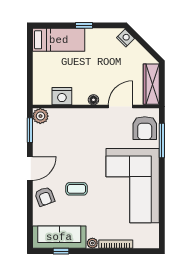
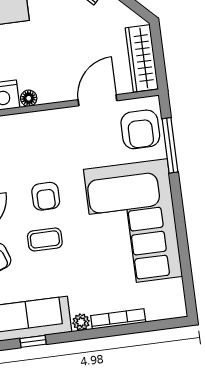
floor lamp: (93, 100) -> (29, 98), moved
armchair: (81, 162) -> (46, 196), added

